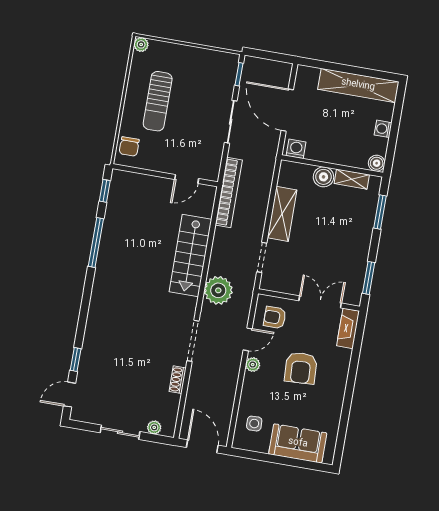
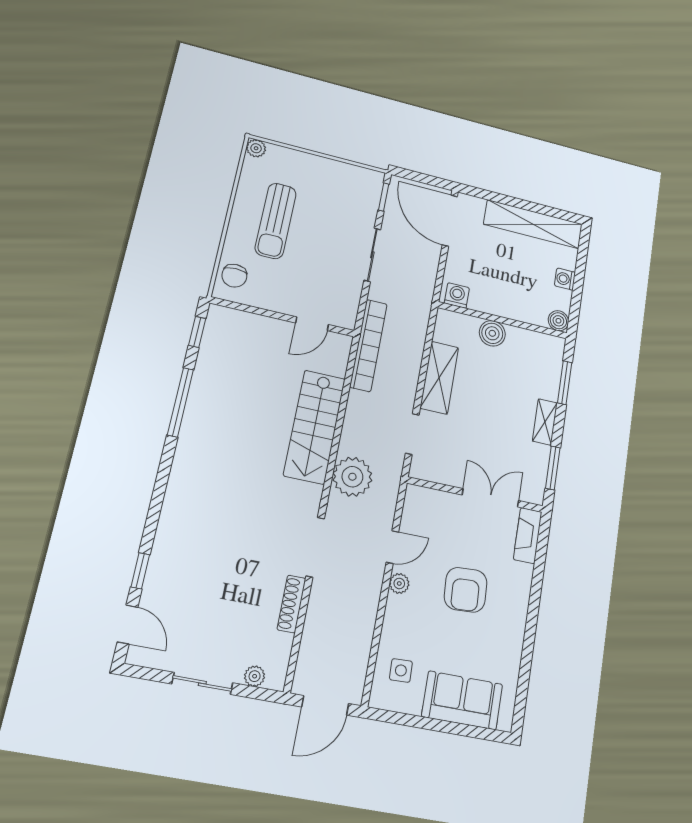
door: (287, 110) -> (450, 221), moved
shelving: (352, 179) -> (545, 422), moved, turned 90
armchair: (275, 317) -> (430, 517), removed
shoe rack: (178, 380) -> (291, 604), width x1.43
door: (70, 395) -> (128, 624), swing flipped
door: (202, 446) -> (325, 705), swing flipped

